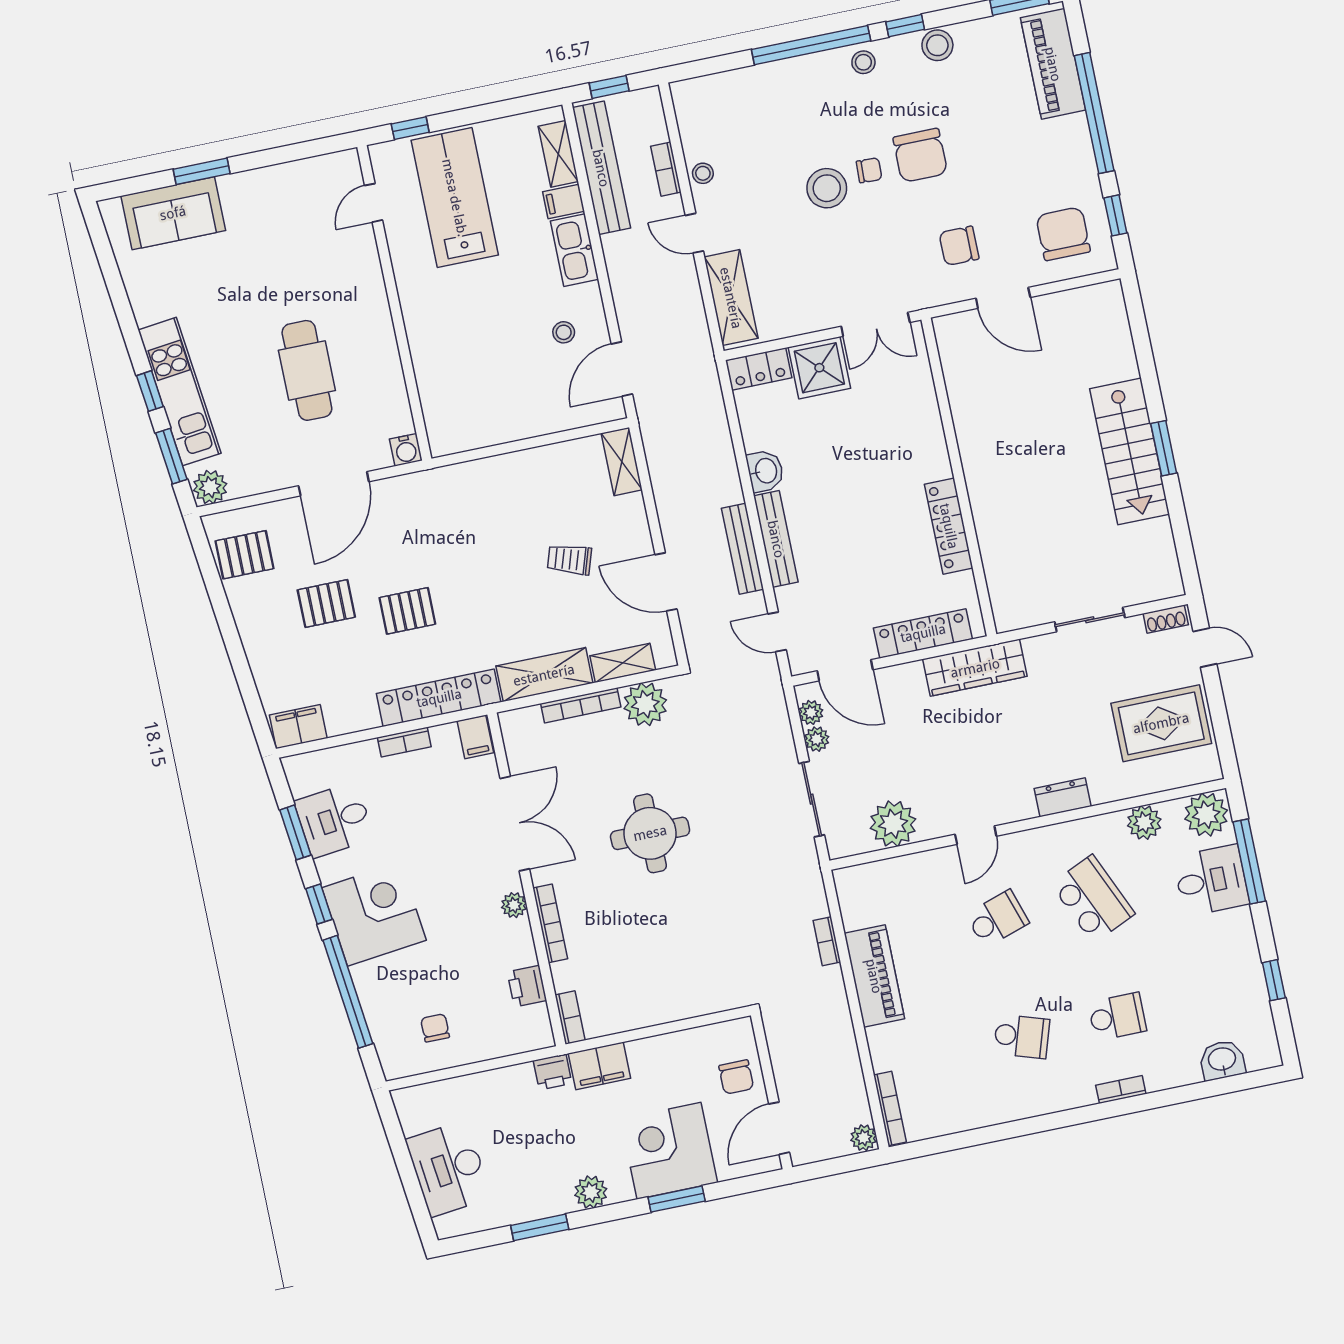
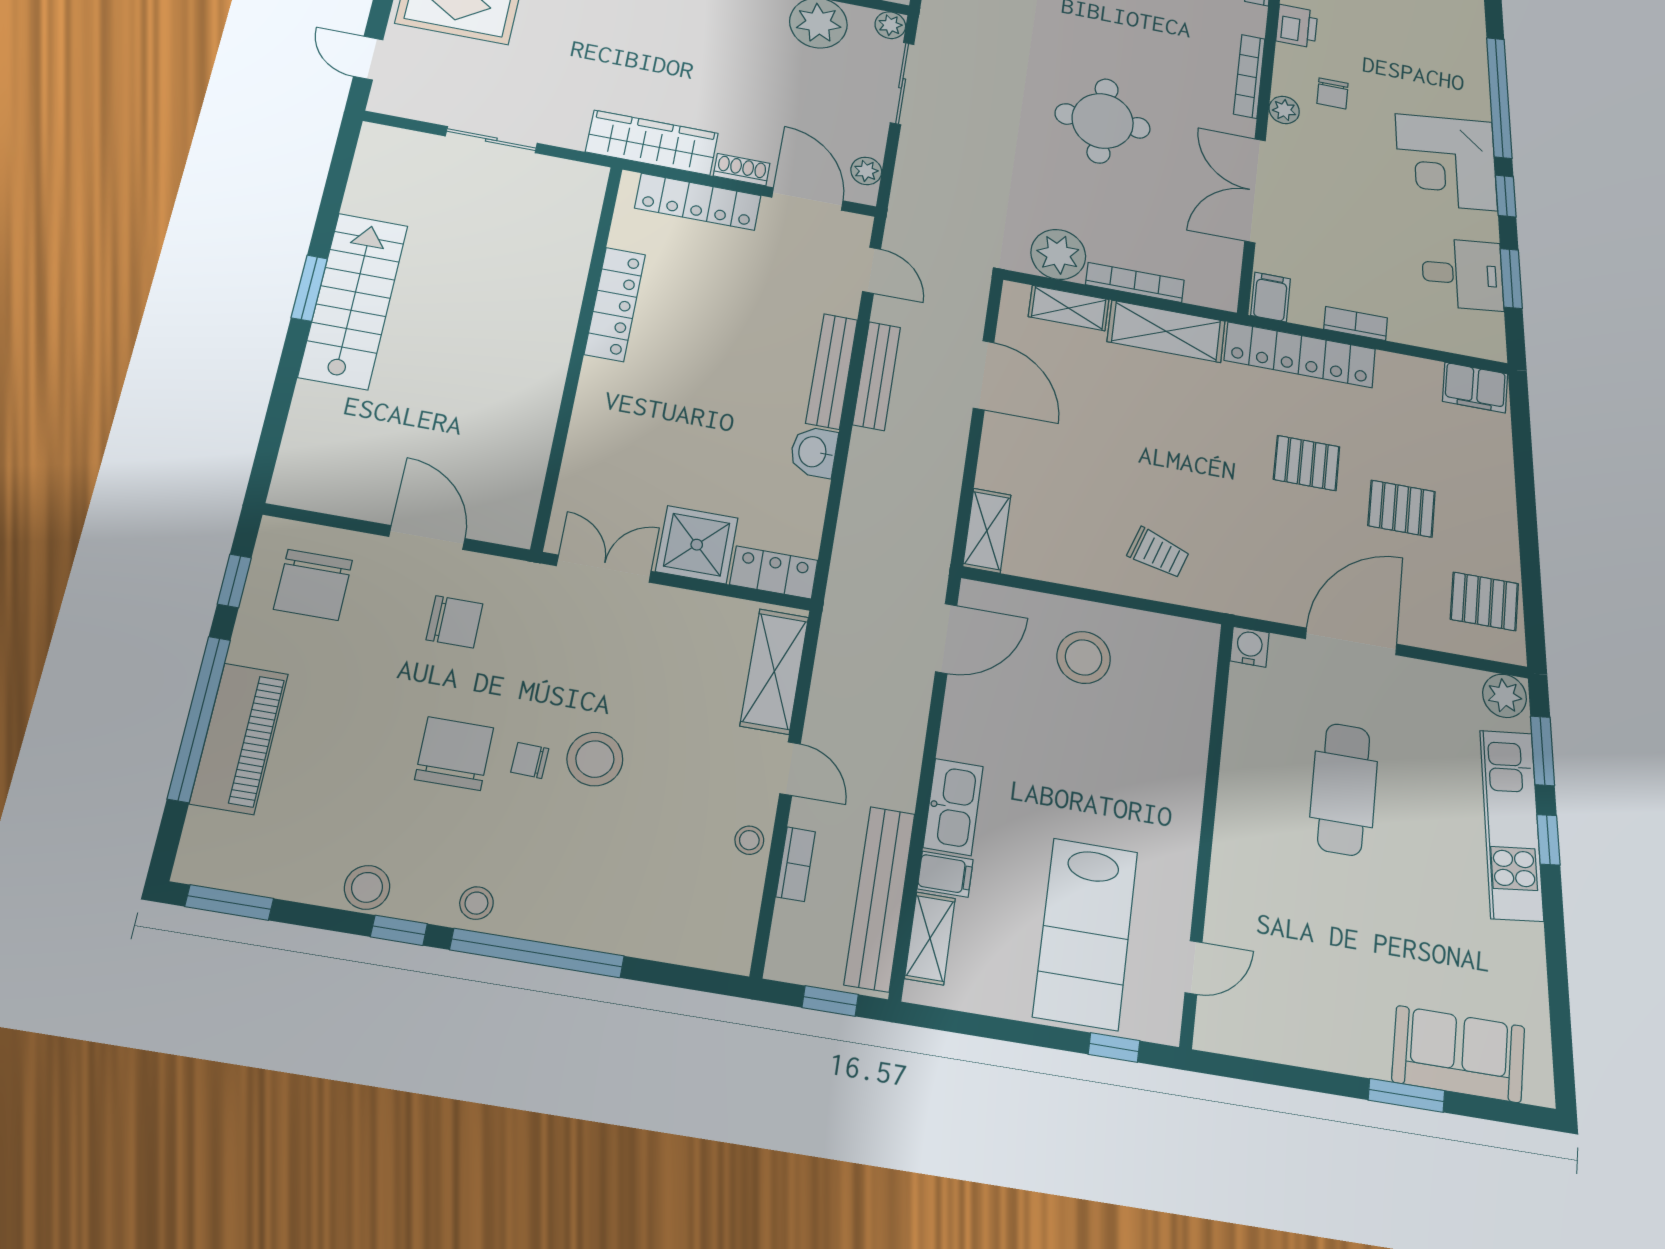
piano: (1053, 64) -> (239, 738), moved
stool: (564, 332) -> (1084, 657), moved, width x1.89, depth x1.89
trolley: (569, 559) -> (1158, 553), moved
shoe rack: (1166, 619) -> (742, 170), moved
plant: (817, 739) -> (890, 25), moved
chair: (435, 1028) -> (1332, 93), moved

